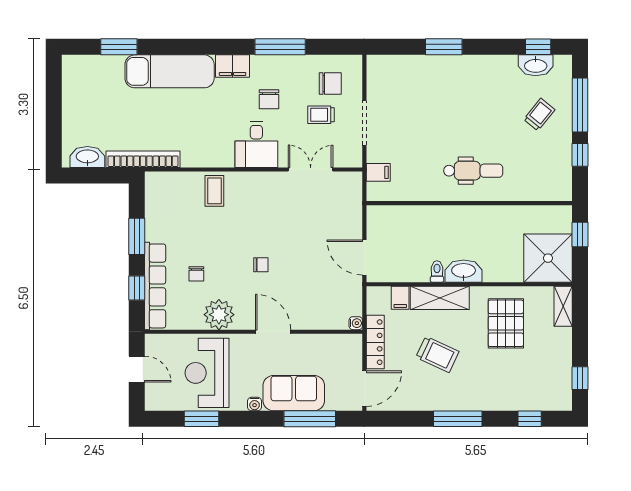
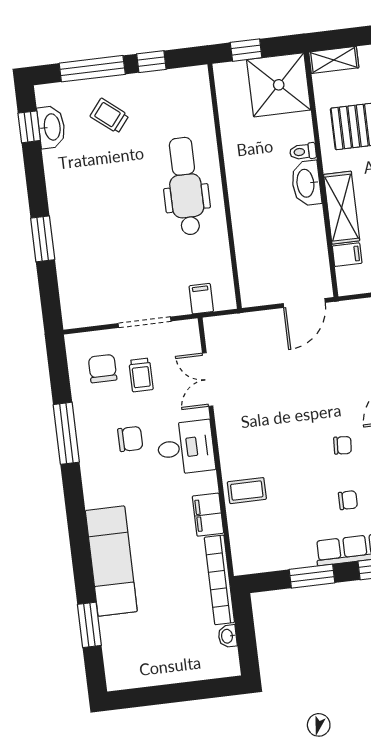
filing cabinet: (233, 66) -> (208, 515), moved, turned 180
washbasin: (87, 157) -> (227, 636), width x0.52, depth x0.69
dental chair: (473, 171) -> (186, 186), width x1.36, depth x1.38
chair: (261, 265) -> (343, 445), moved, turned 94
toilet: (437, 271) -> (303, 152), moved

